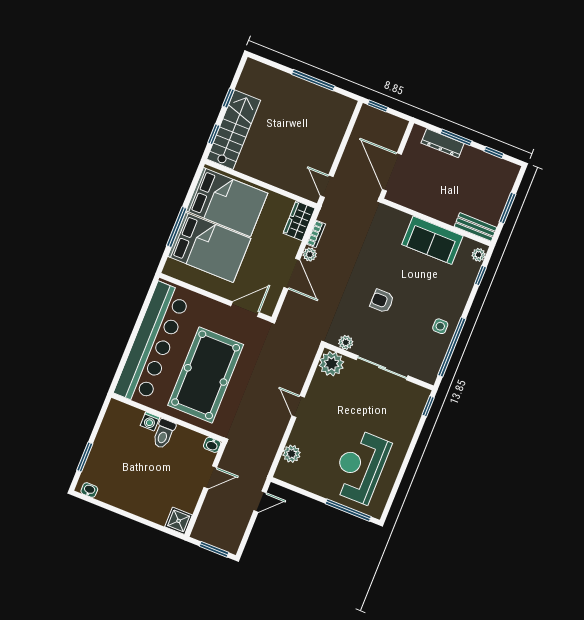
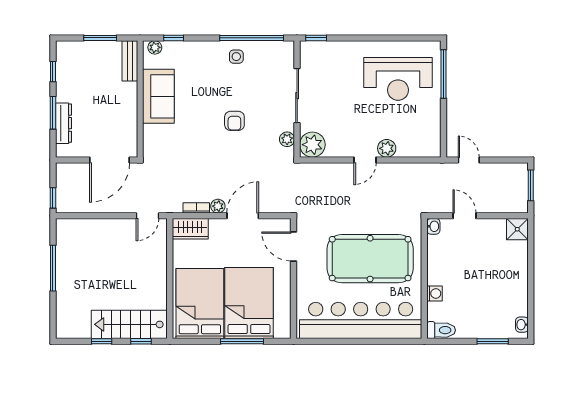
toilet: (164, 434) -> (441, 330), moved
plant: (292, 454) -> (387, 148), moved

